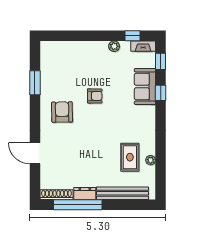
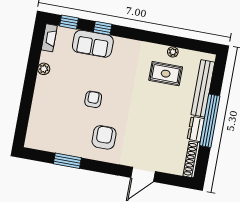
window: (133, 36) -> (36, 47), removed
armchair: (62, 112) -> (104, 137), turned 91
window: (78, 205) -> (210, 121), moved

